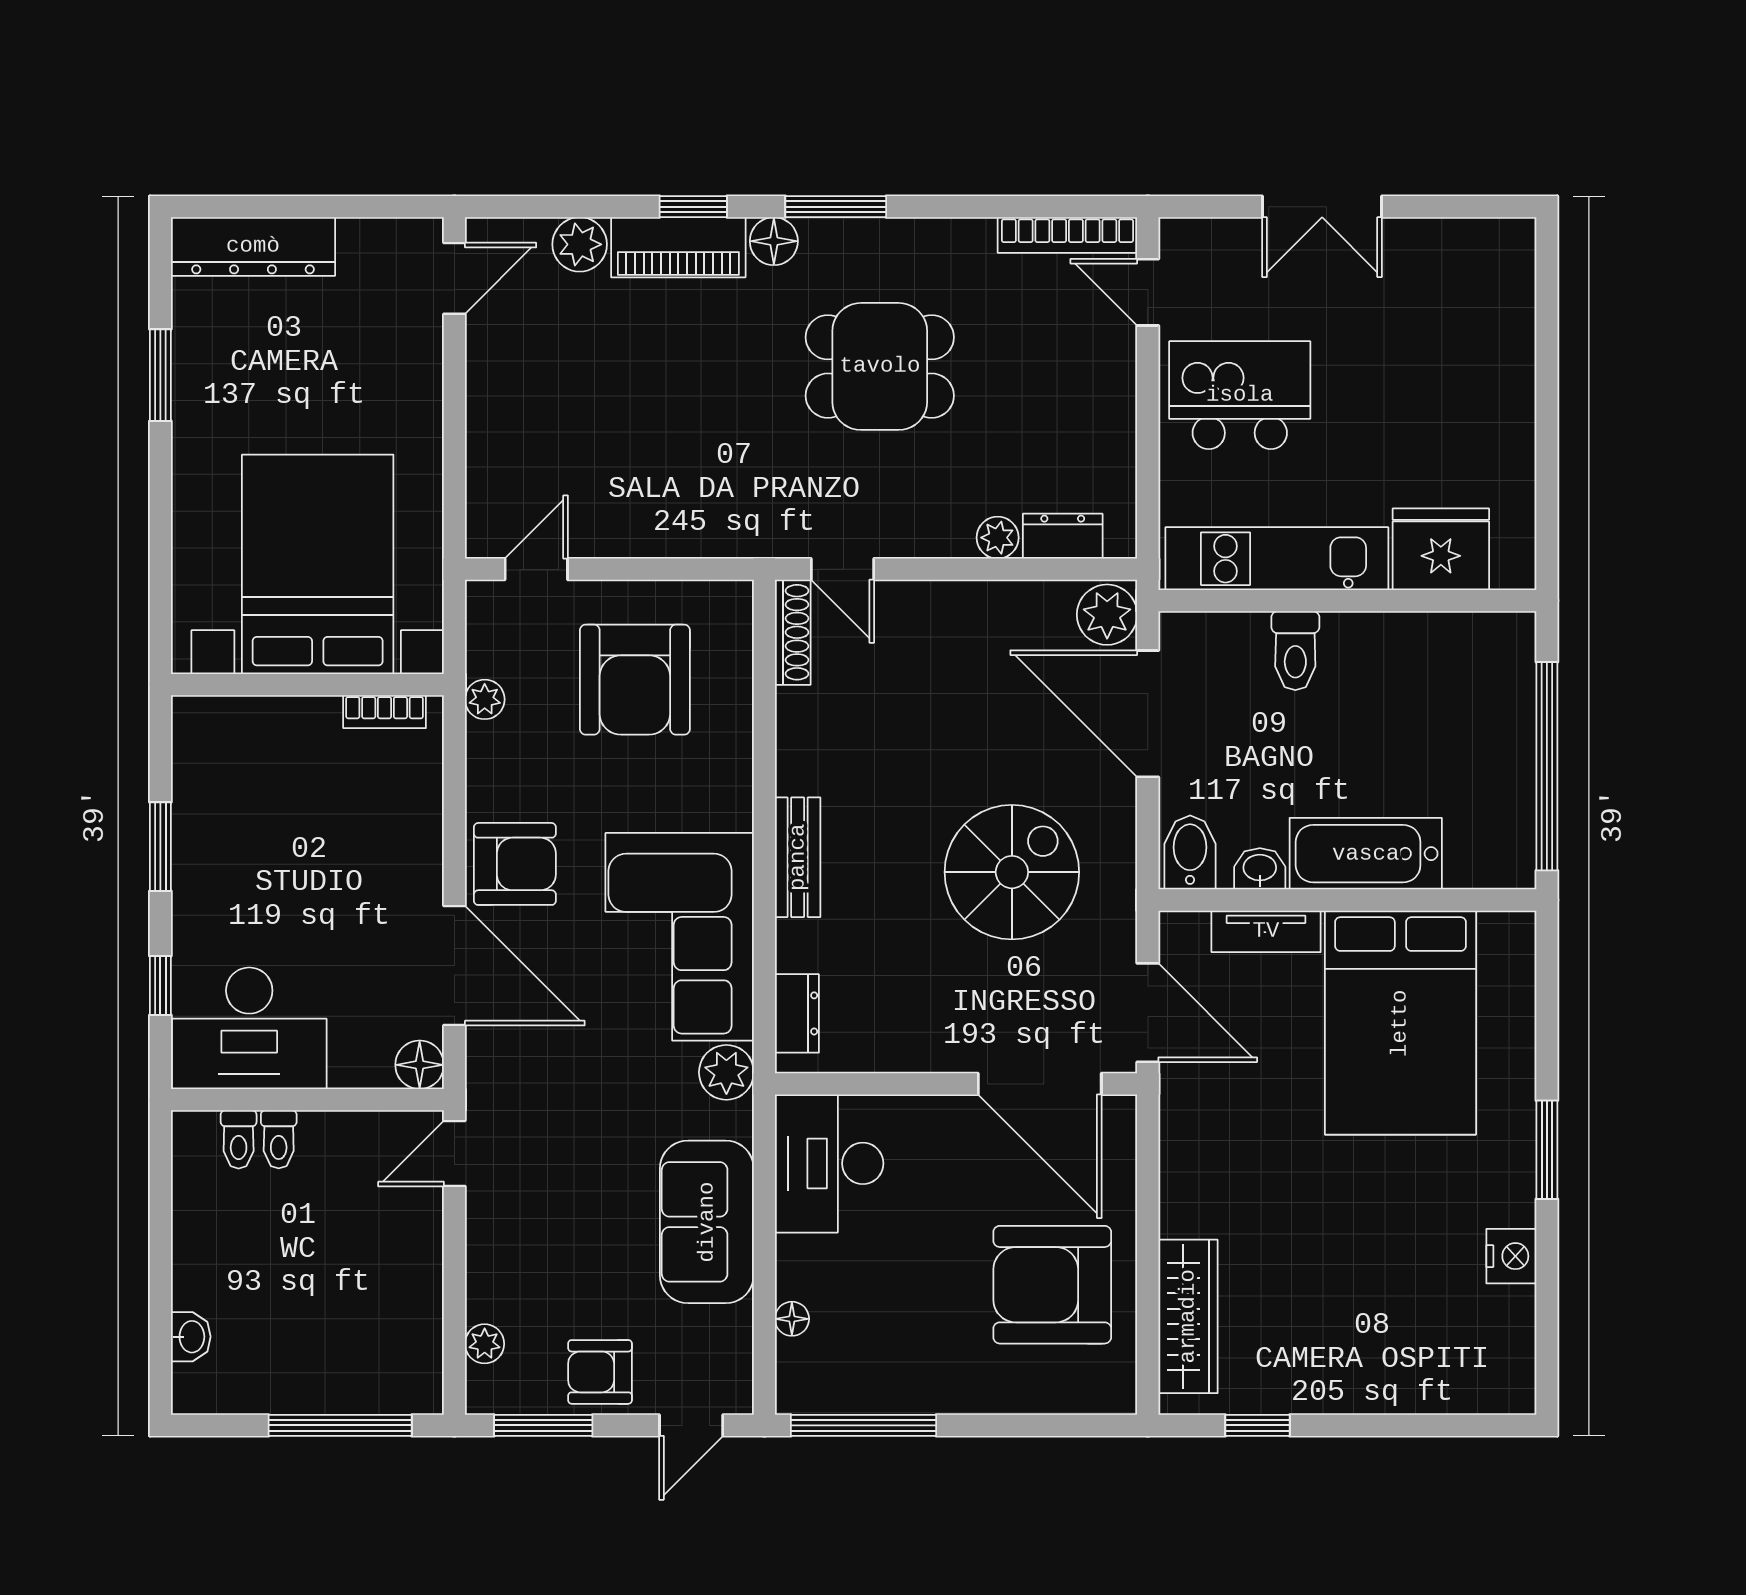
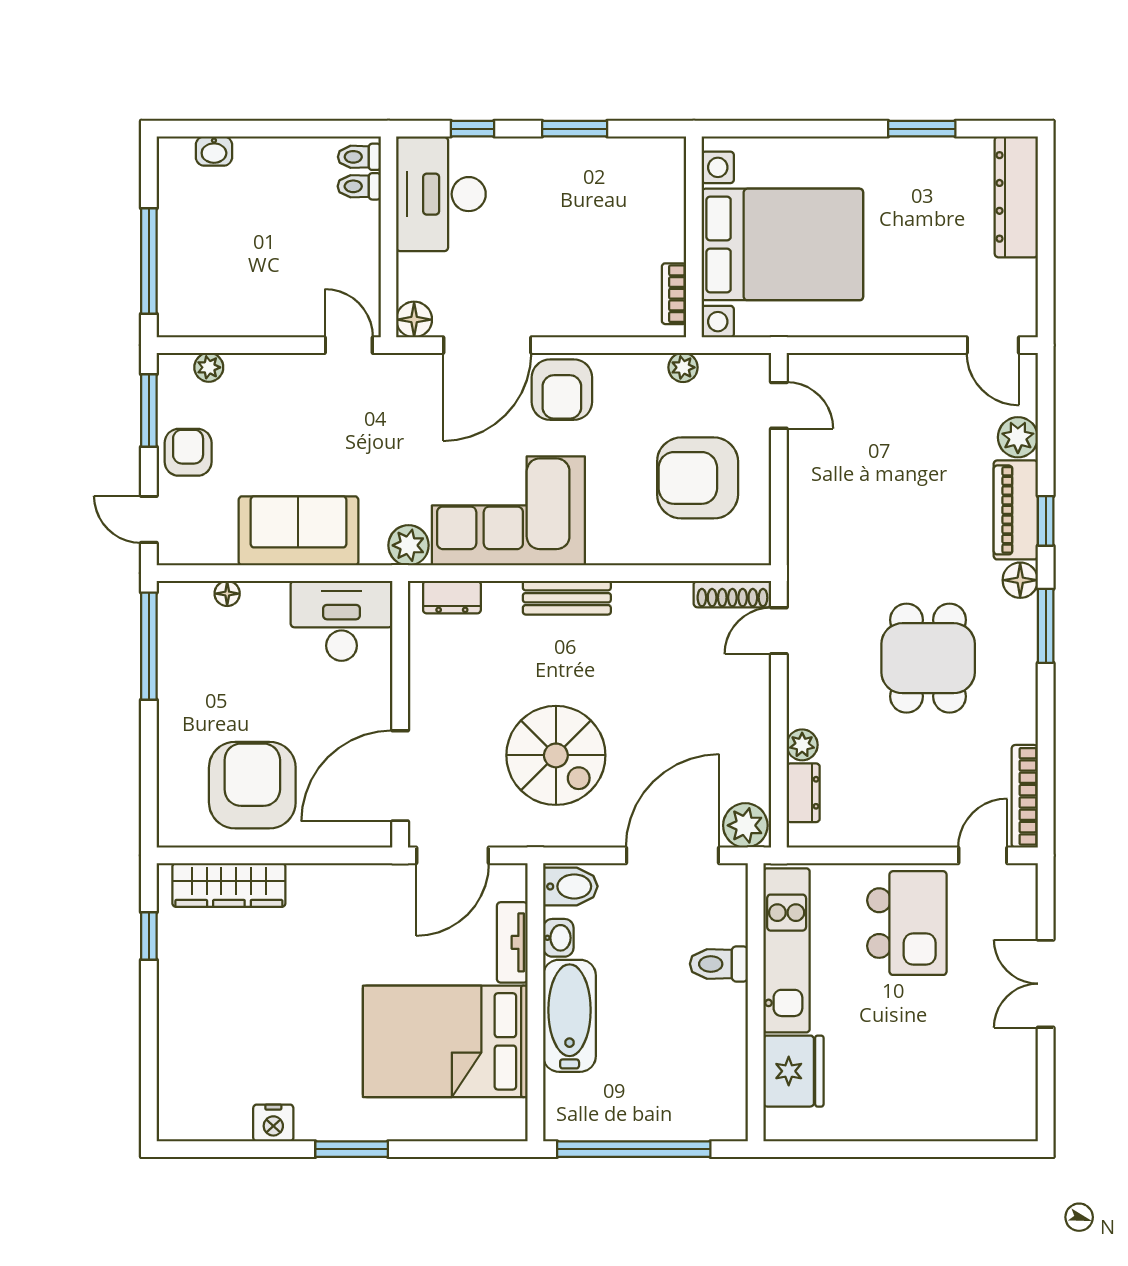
toilet: (279, 1139) -> (359, 157), moved

